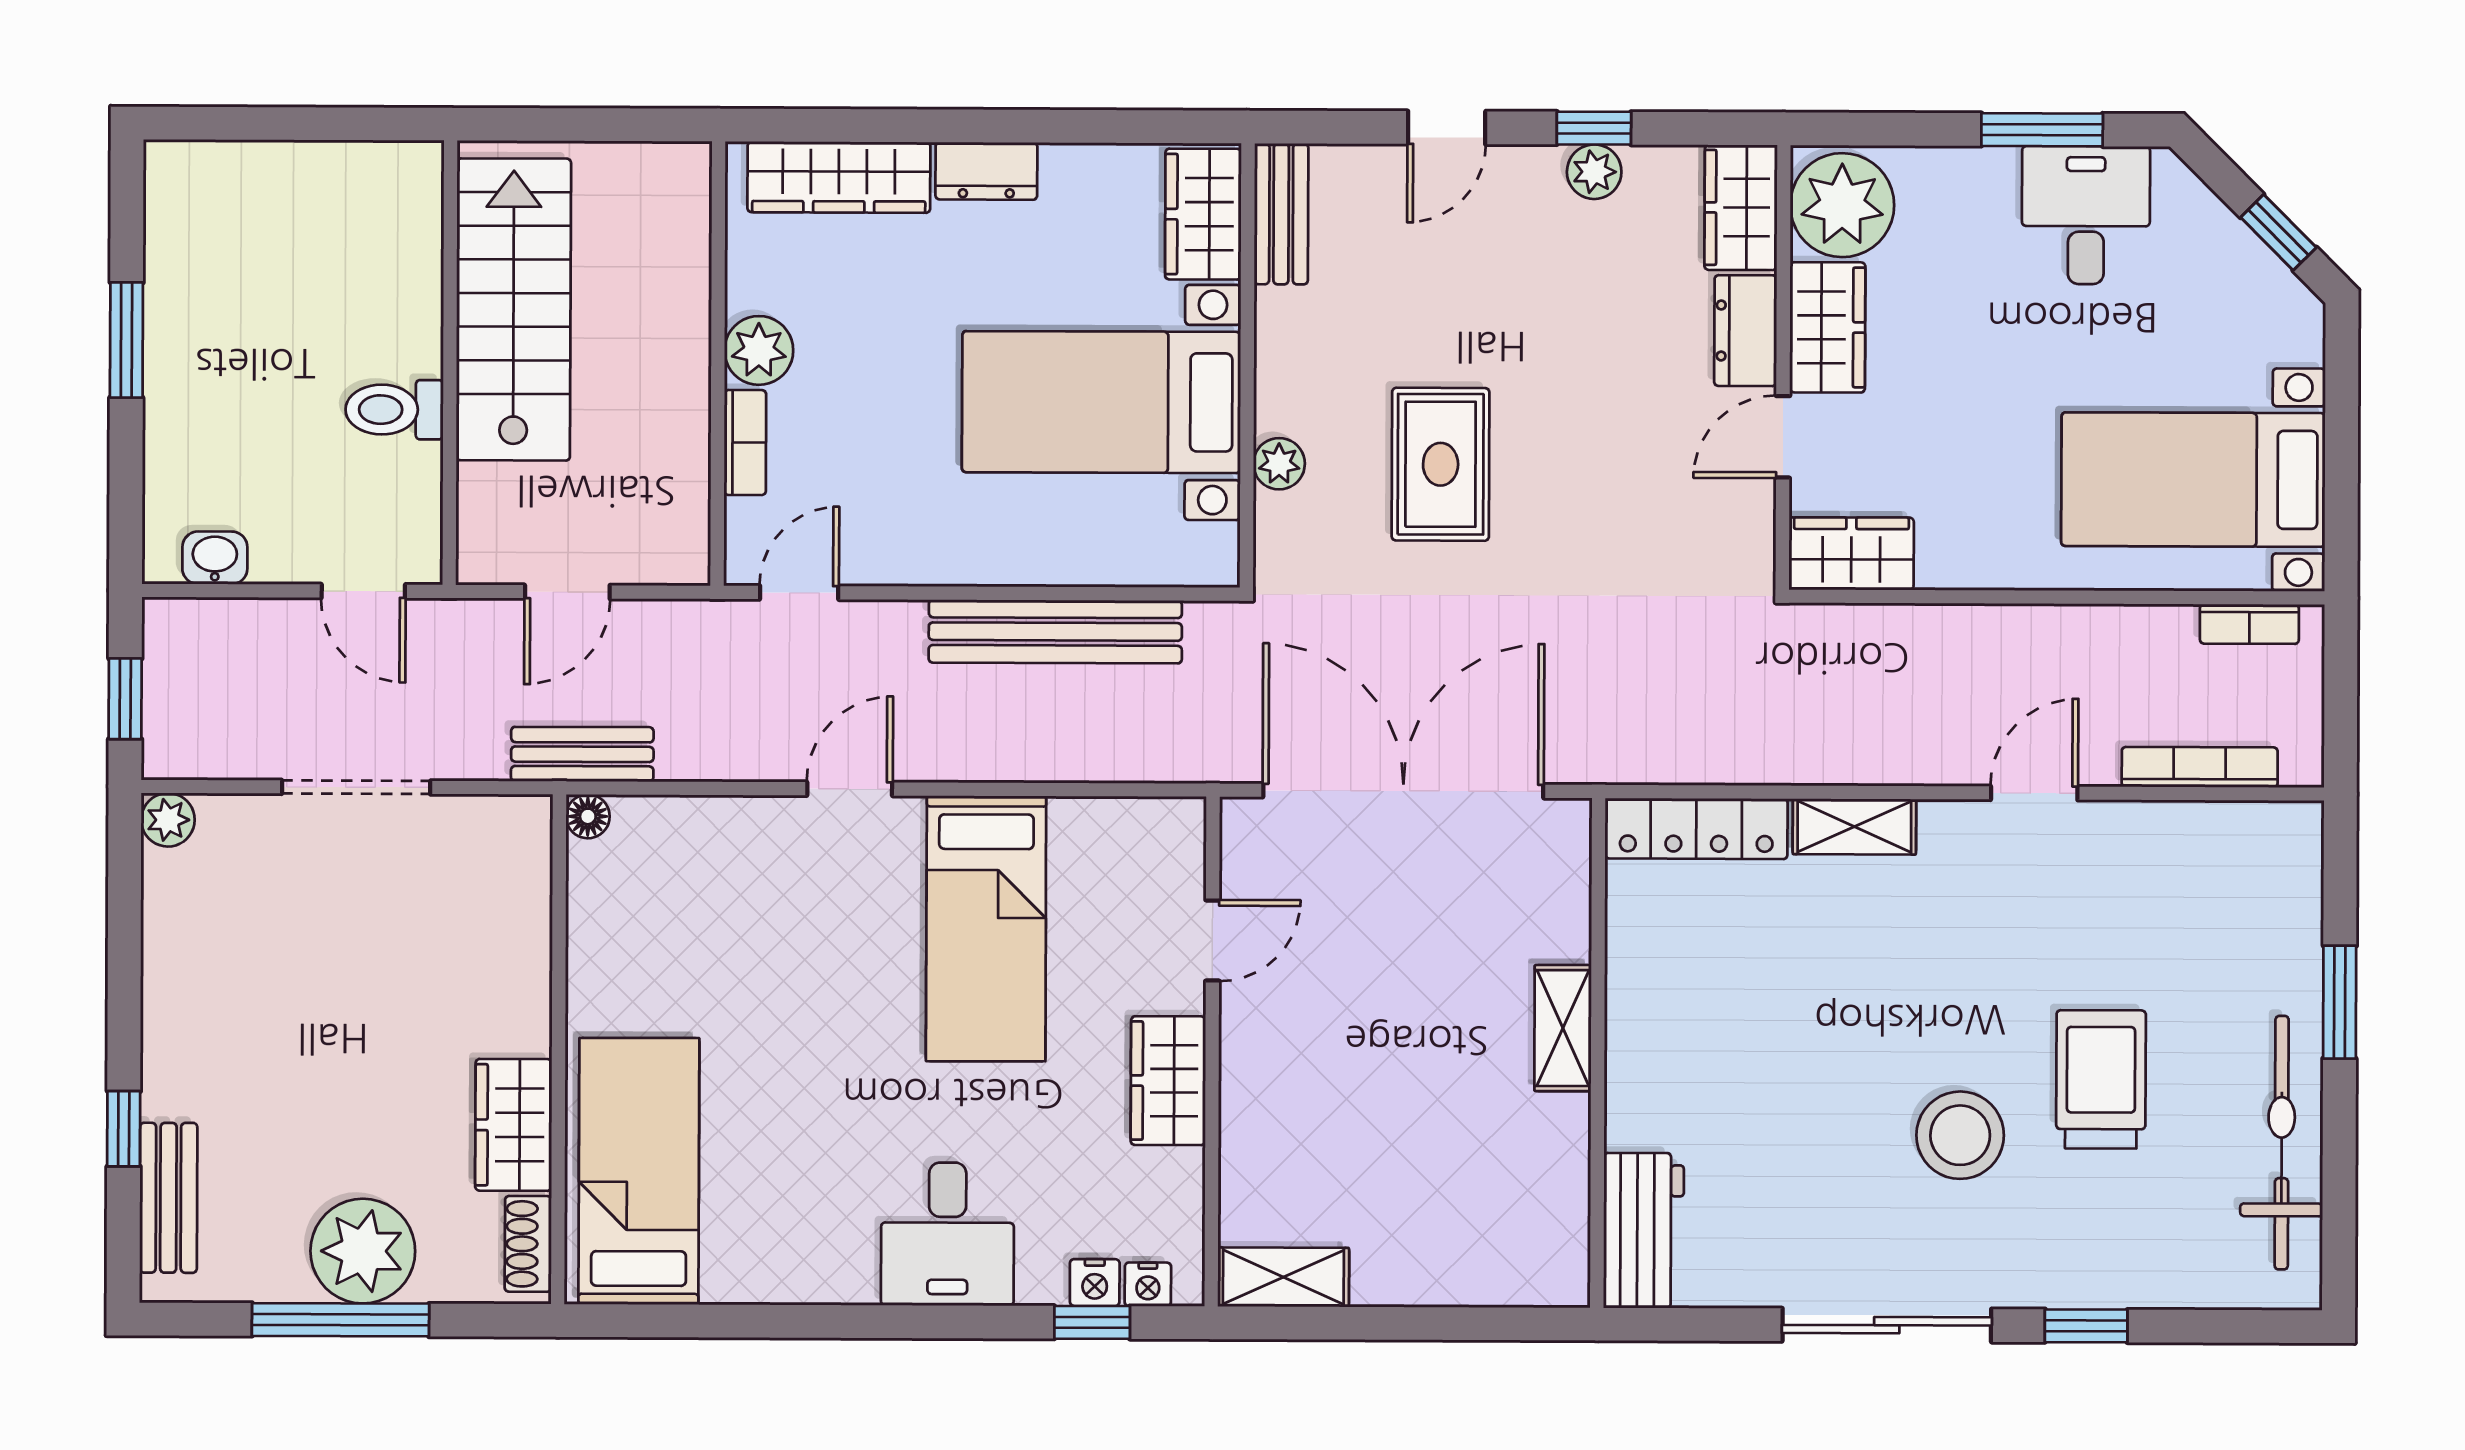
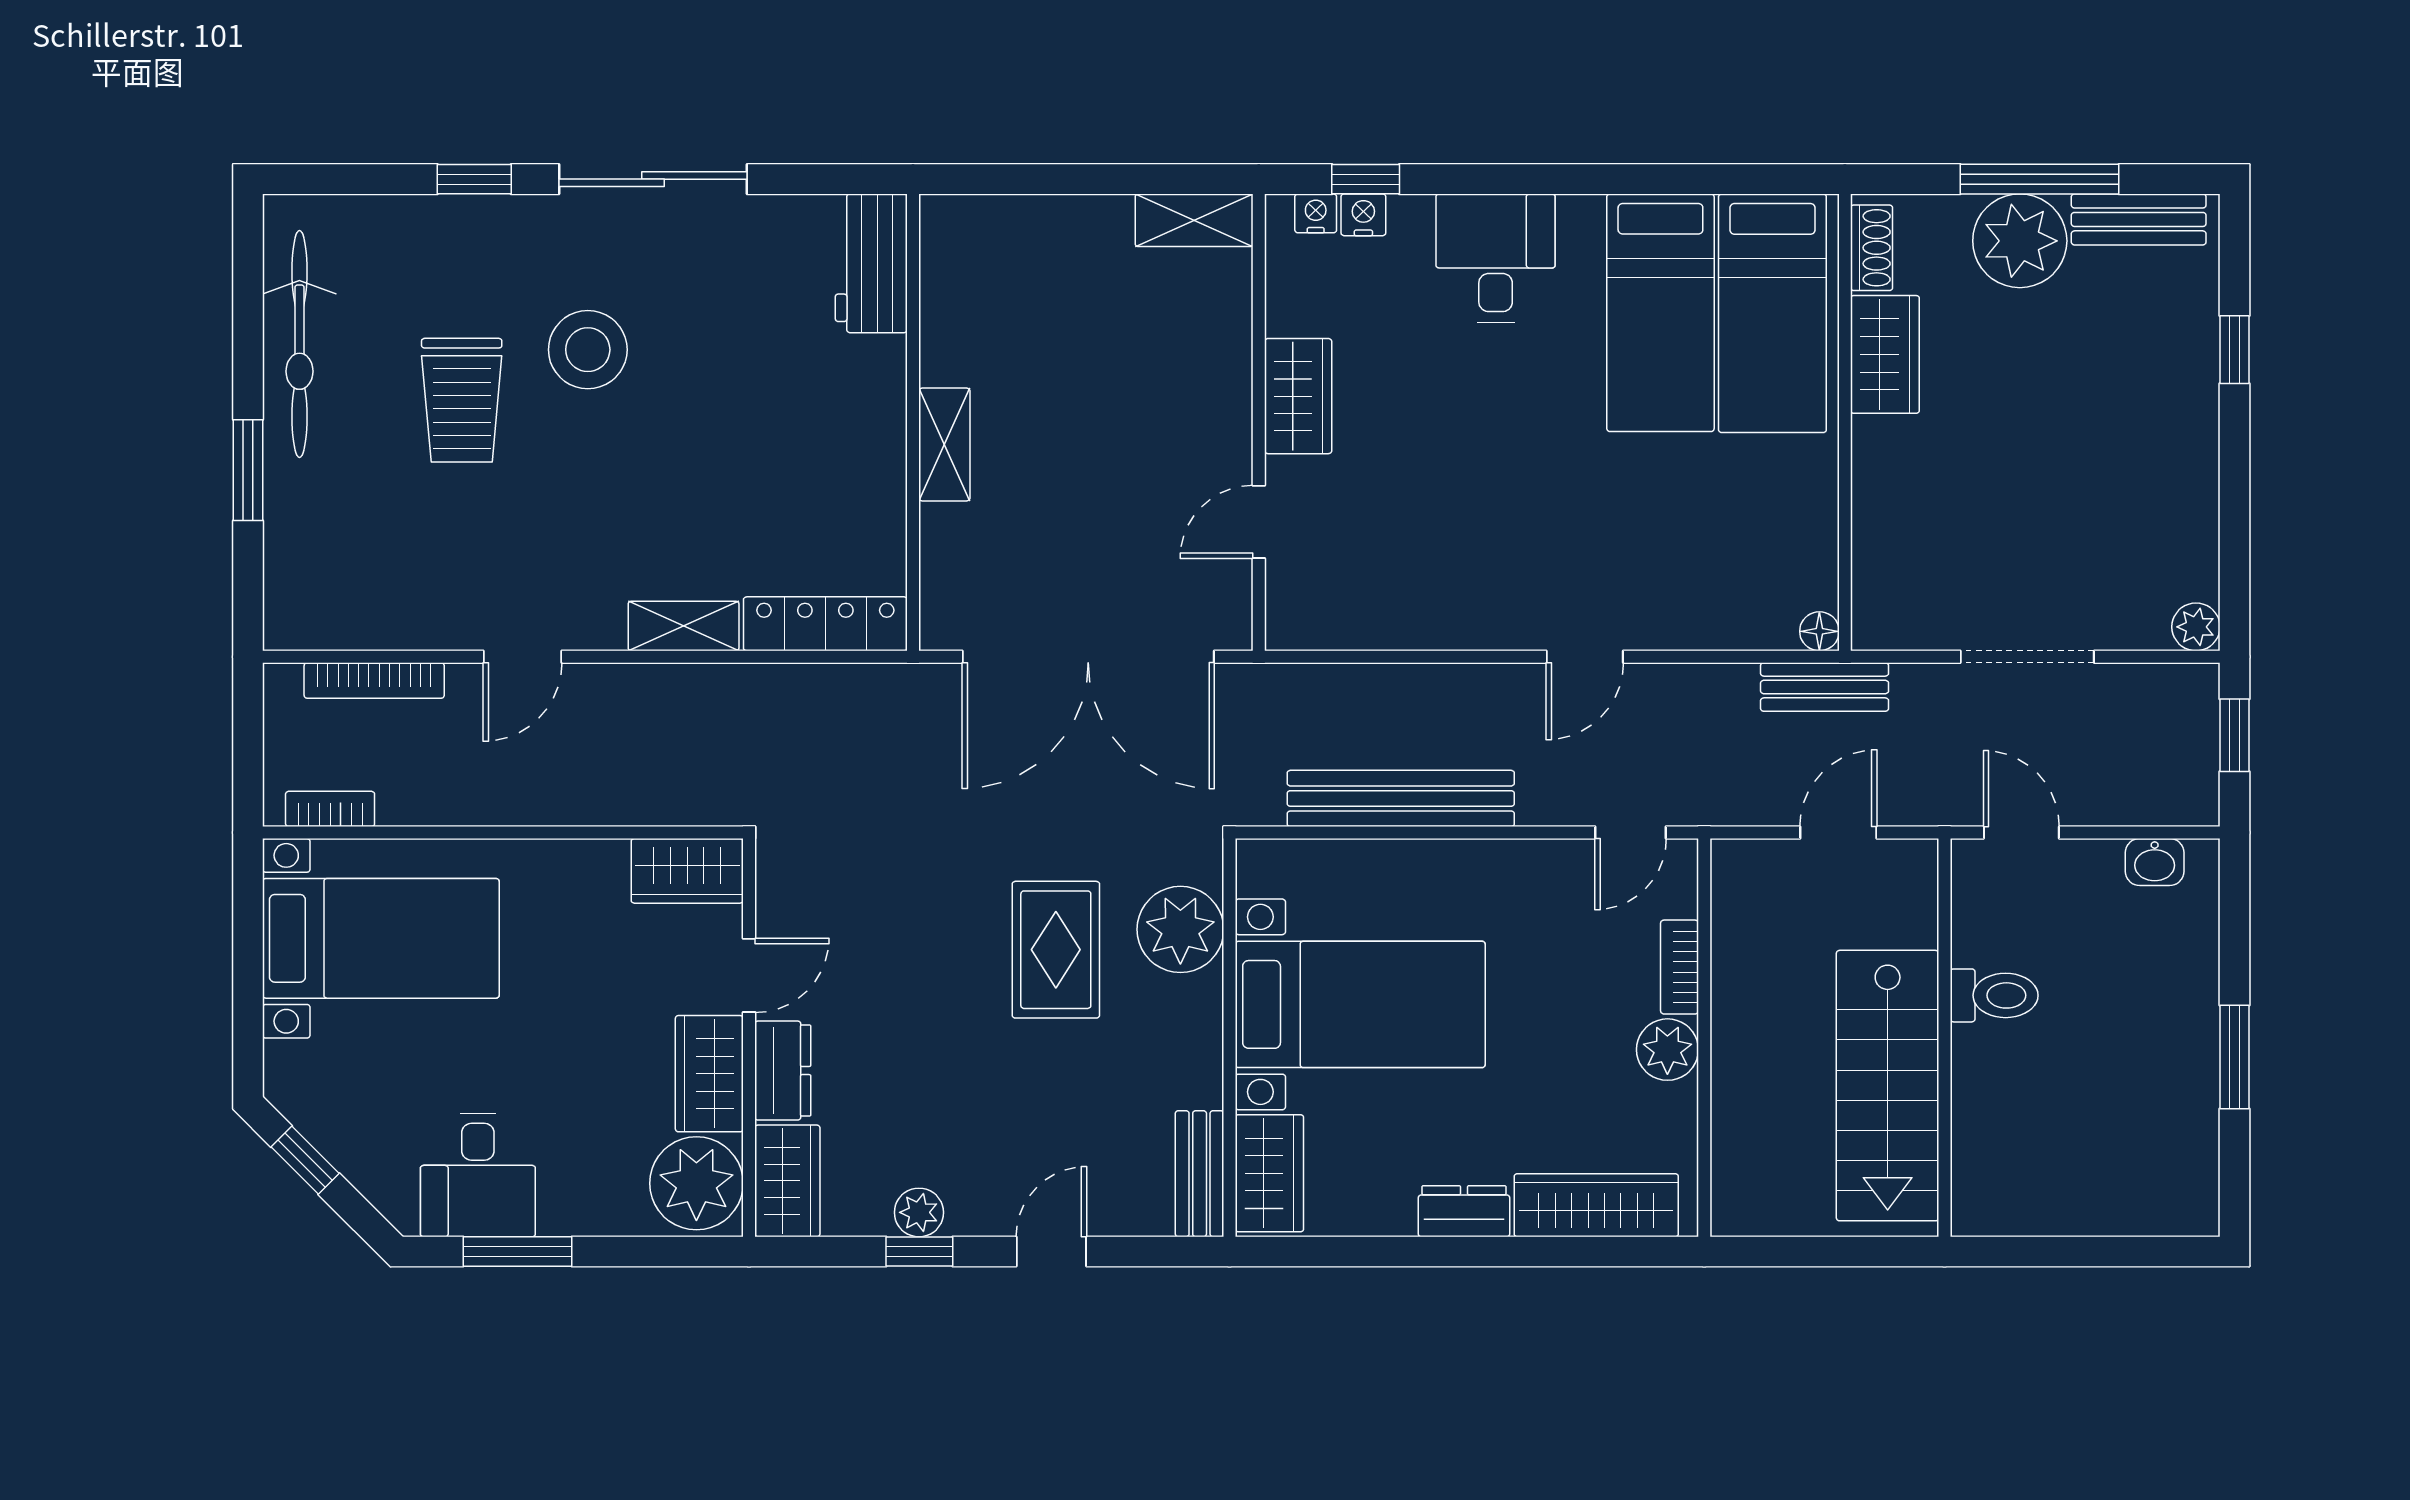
plant: (1279, 464) -> (1180, 929), width x1.88, depth x1.88
bed: (986, 929) -> (1660, 313), moved, turned 180
bench: (168, 1198) -> (2139, 219), moved, turned 90

